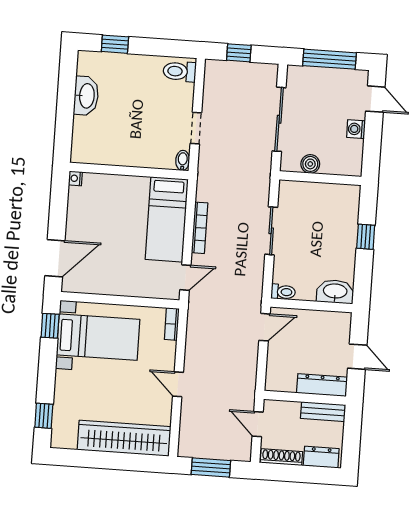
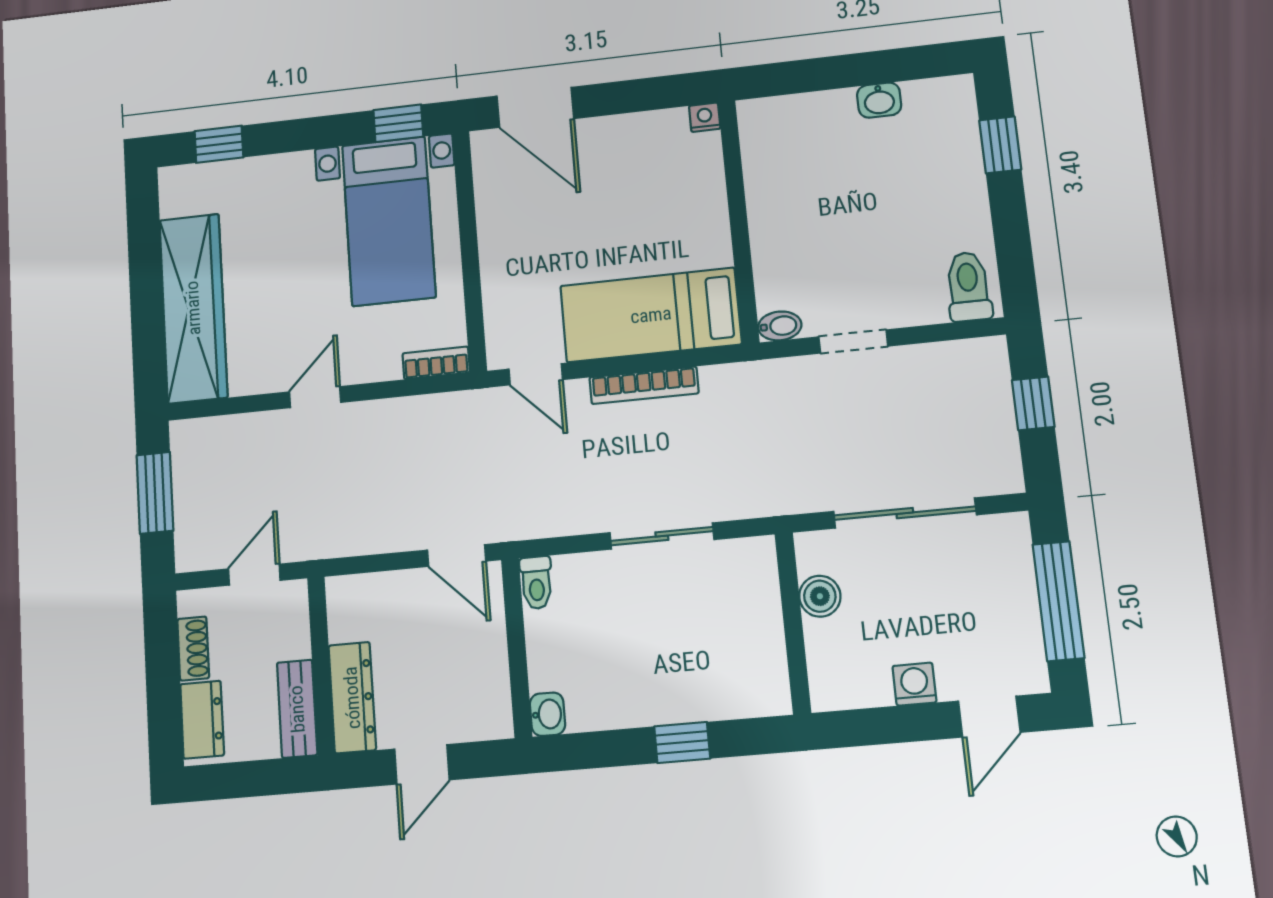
washbasin: (86, 96) -> (879, 100), width x0.52, depth x0.69
washbasin: (335, 292) -> (548, 714), width x0.52, depth x0.69
shoe rack: (281, 457) -> (193, 649), width x0.70

